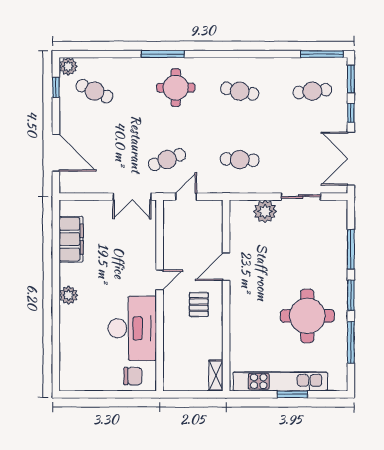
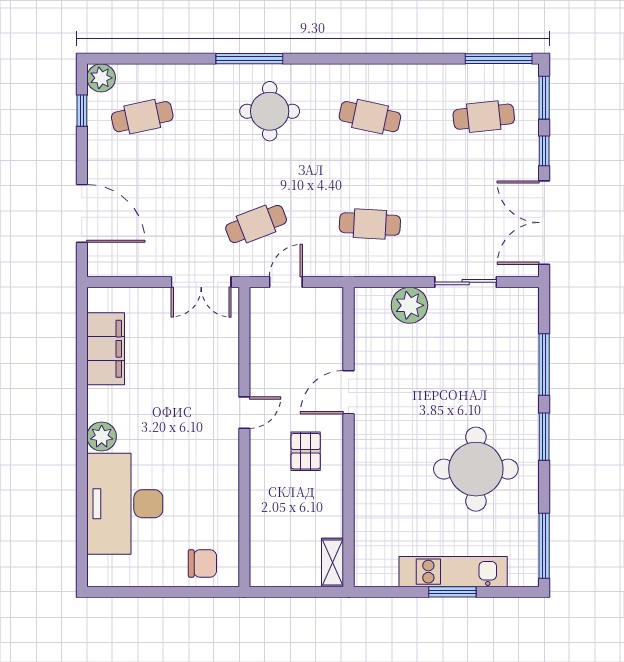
cafe table: (94, 91) -> (142, 117), turned -36
desk: (132, 328) -> (125, 504), moved, turned 180
window: (351, 342) -> (544, 546), moved
kitchen unit: (280, 381) -> (453, 572), width x0.73

